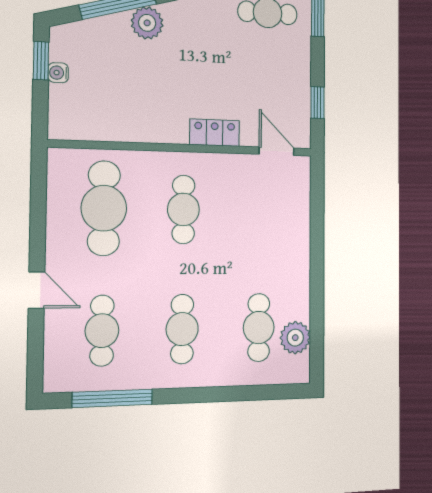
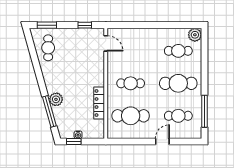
locker: (215, 133) -> (99, 103), moved, width x1.53
door: (277, 151) -> (106, 43), swing flipped
cafe table: (182, 329) -> (178, 83), width x1.37, depth x1.35
plant: (295, 338) -> (195, 35), moved

